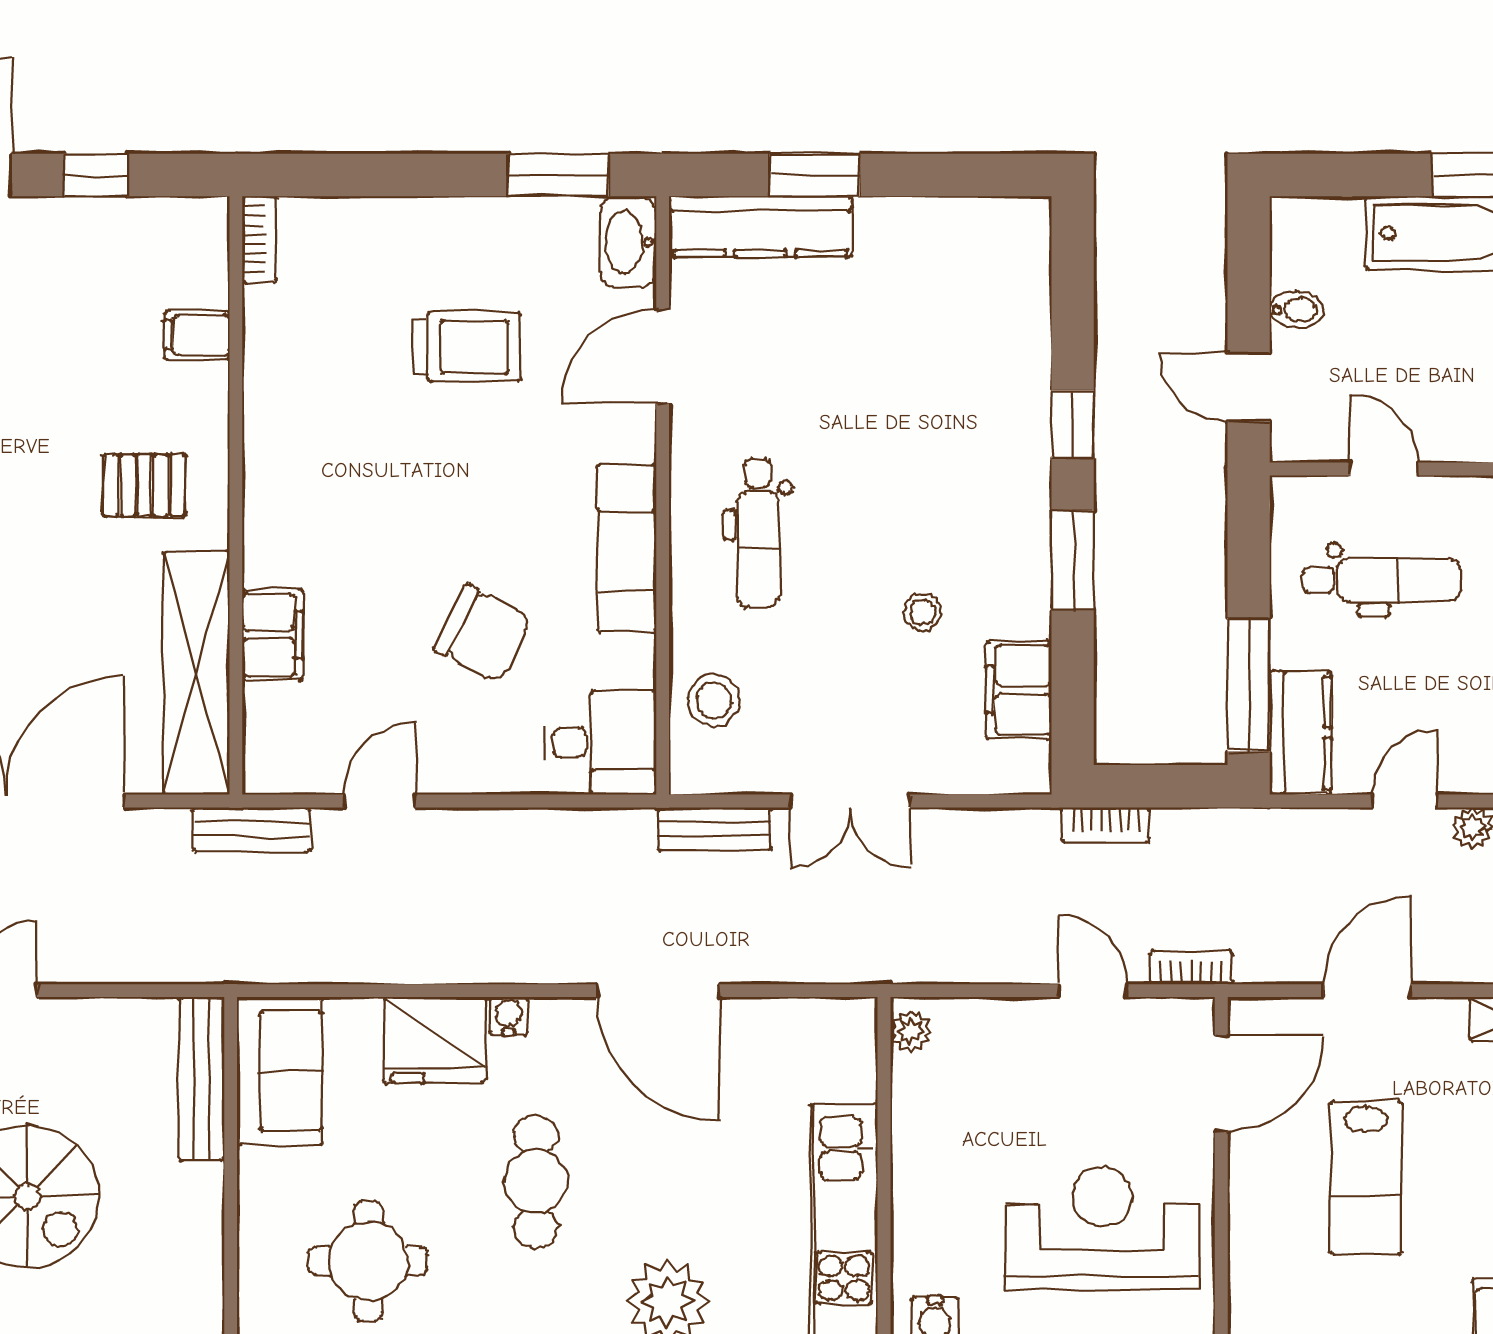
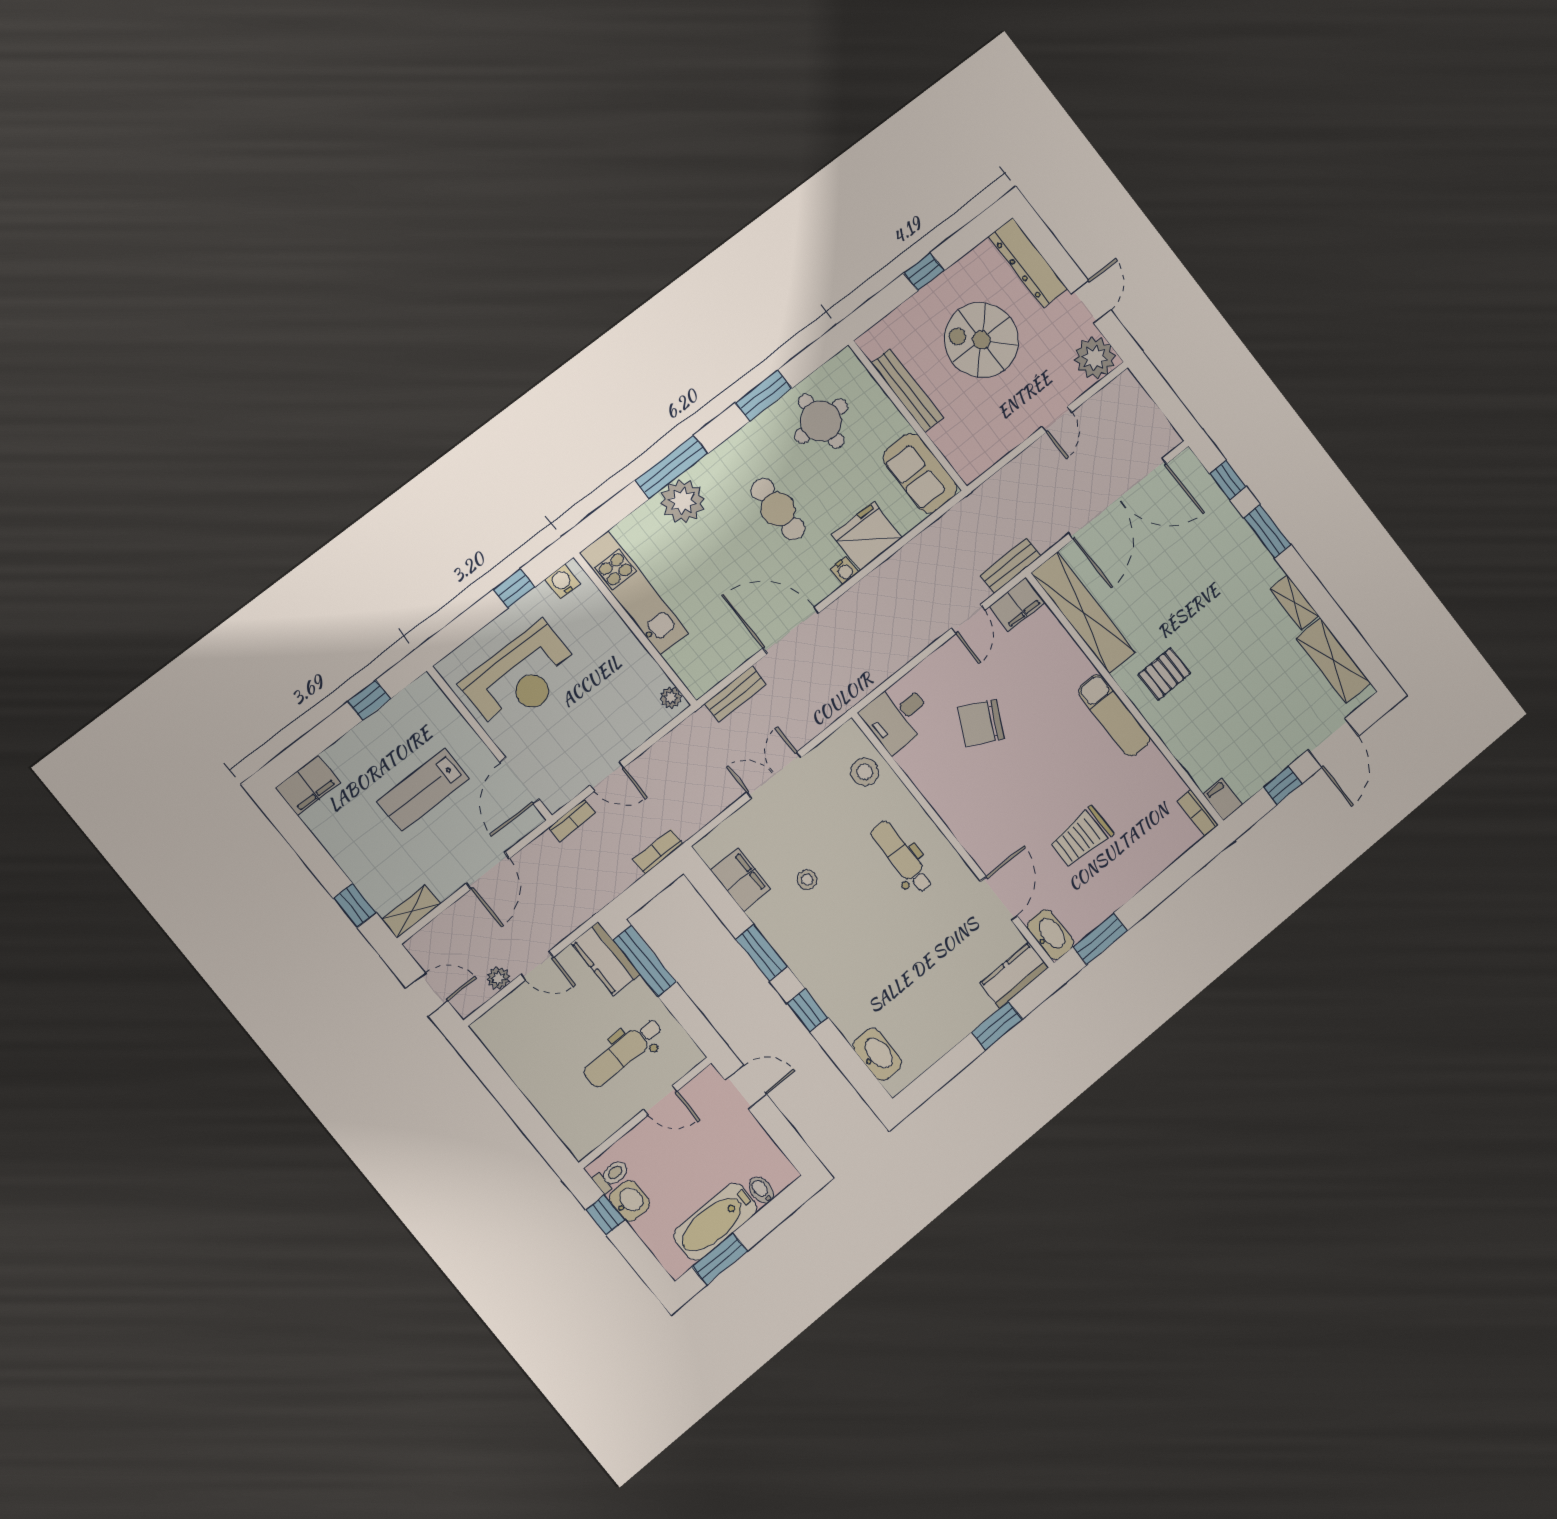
kitchen counter: (760, 227) -> (1014, 975), width x0.67
washbasin: (1023, 278) -> (877, 1054), added
bidet: (1297, 310) -> (761, 1190), moved, turned 90
filing cabinet: (197, 335) -> (1223, 799), moved, turned -90
exam couch: (627, 548) -> (1114, 715), moved, turned 180
filing cabinet: (273, 635) -> (1017, 604), moved, turned -90
door: (1405, 801) -> (537, 966), hinge flipped
bench: (714, 829) -> (735, 694), moved
bench: (201, 1079) -> (907, 390), moved
lab bench: (1366, 1178) -> (423, 790), turned -90

